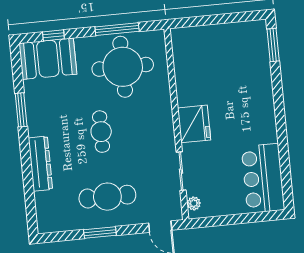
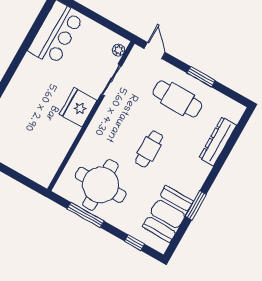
booth: (48, 59) -> (168, 214), moved, turned 90
dresser: (40, 164) -> (218, 141), moved

